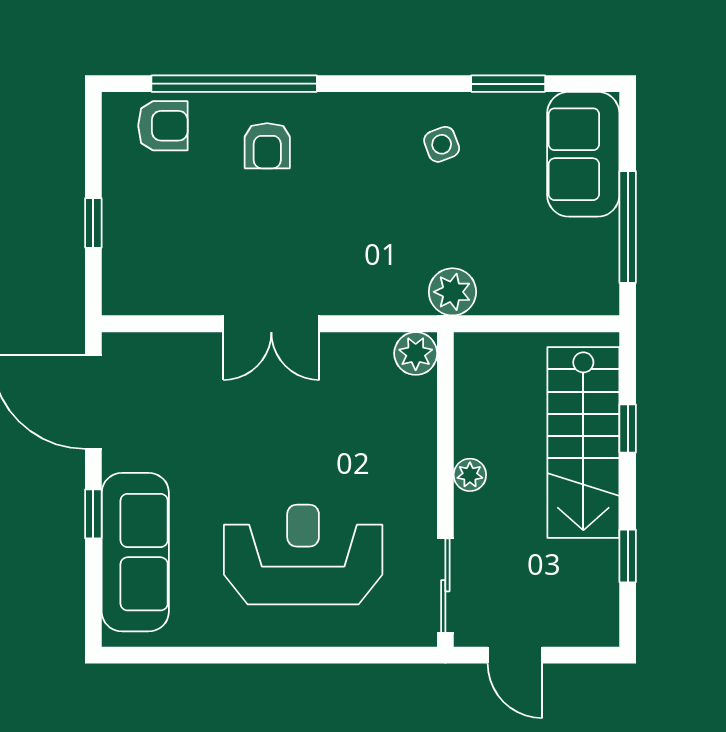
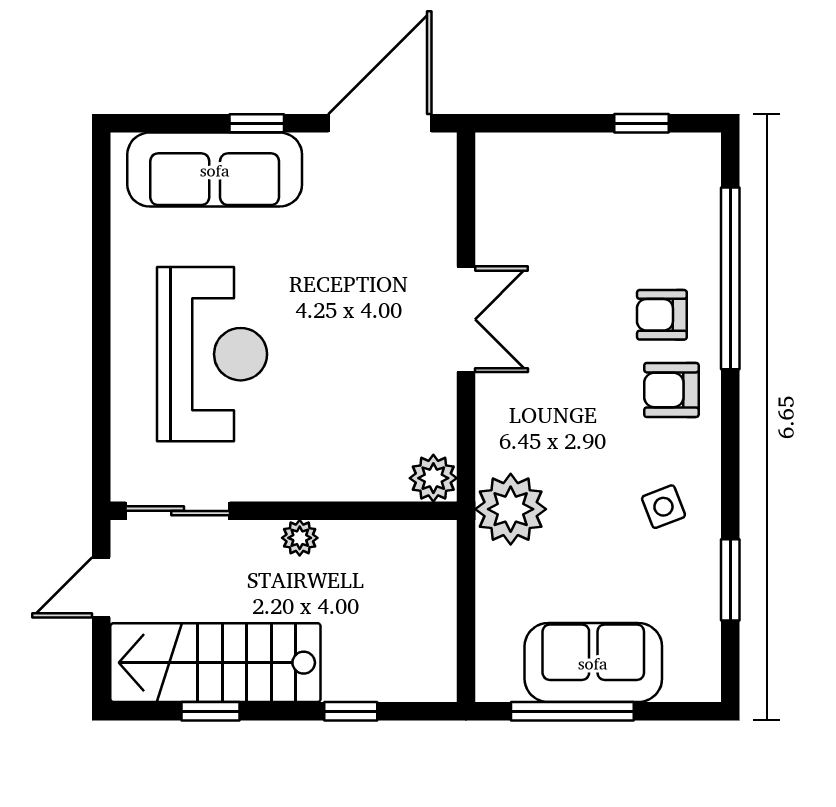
armchair: (163, 126) -> (671, 390), moved, turned 90
sofa: (583, 154) -> (593, 663), moved
window: (93, 223) -> (642, 123), moved
plant: (452, 292) -> (511, 509), width x1.36, depth x1.36
double door: (271, 324) -> (466, 319), swing flipped
stairs: (583, 443) -> (215, 663), moved

